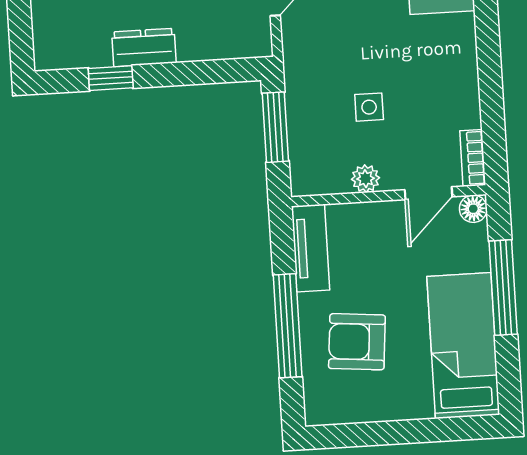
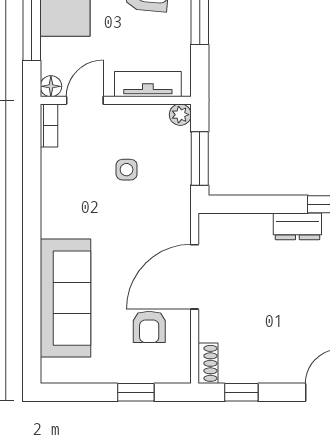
plant: (365, 179) -> (180, 115), moved
tv unit: (310, 248) -> (148, 84), moved, turned 90

